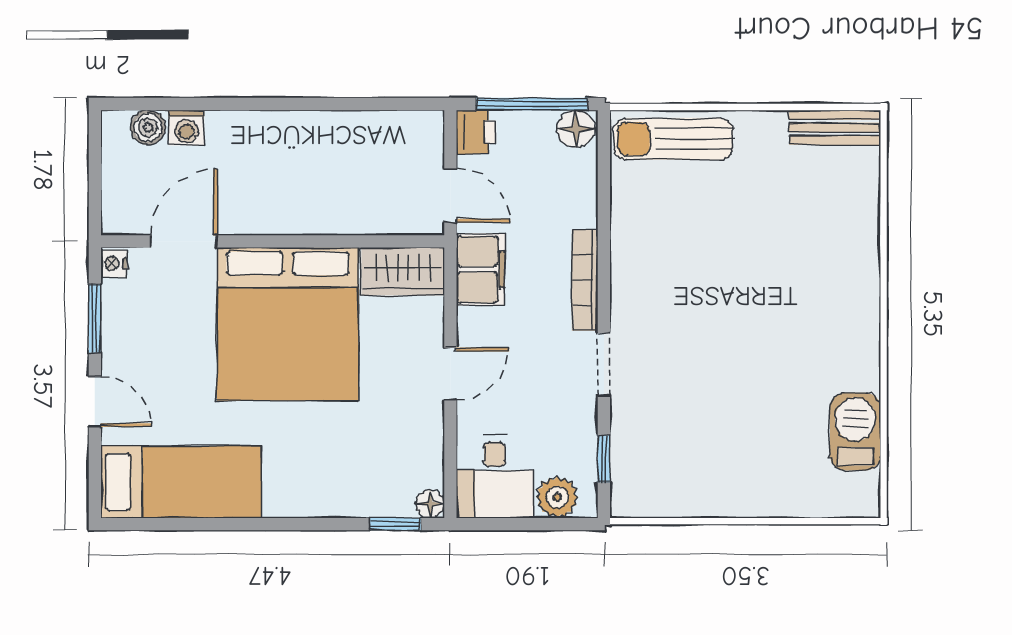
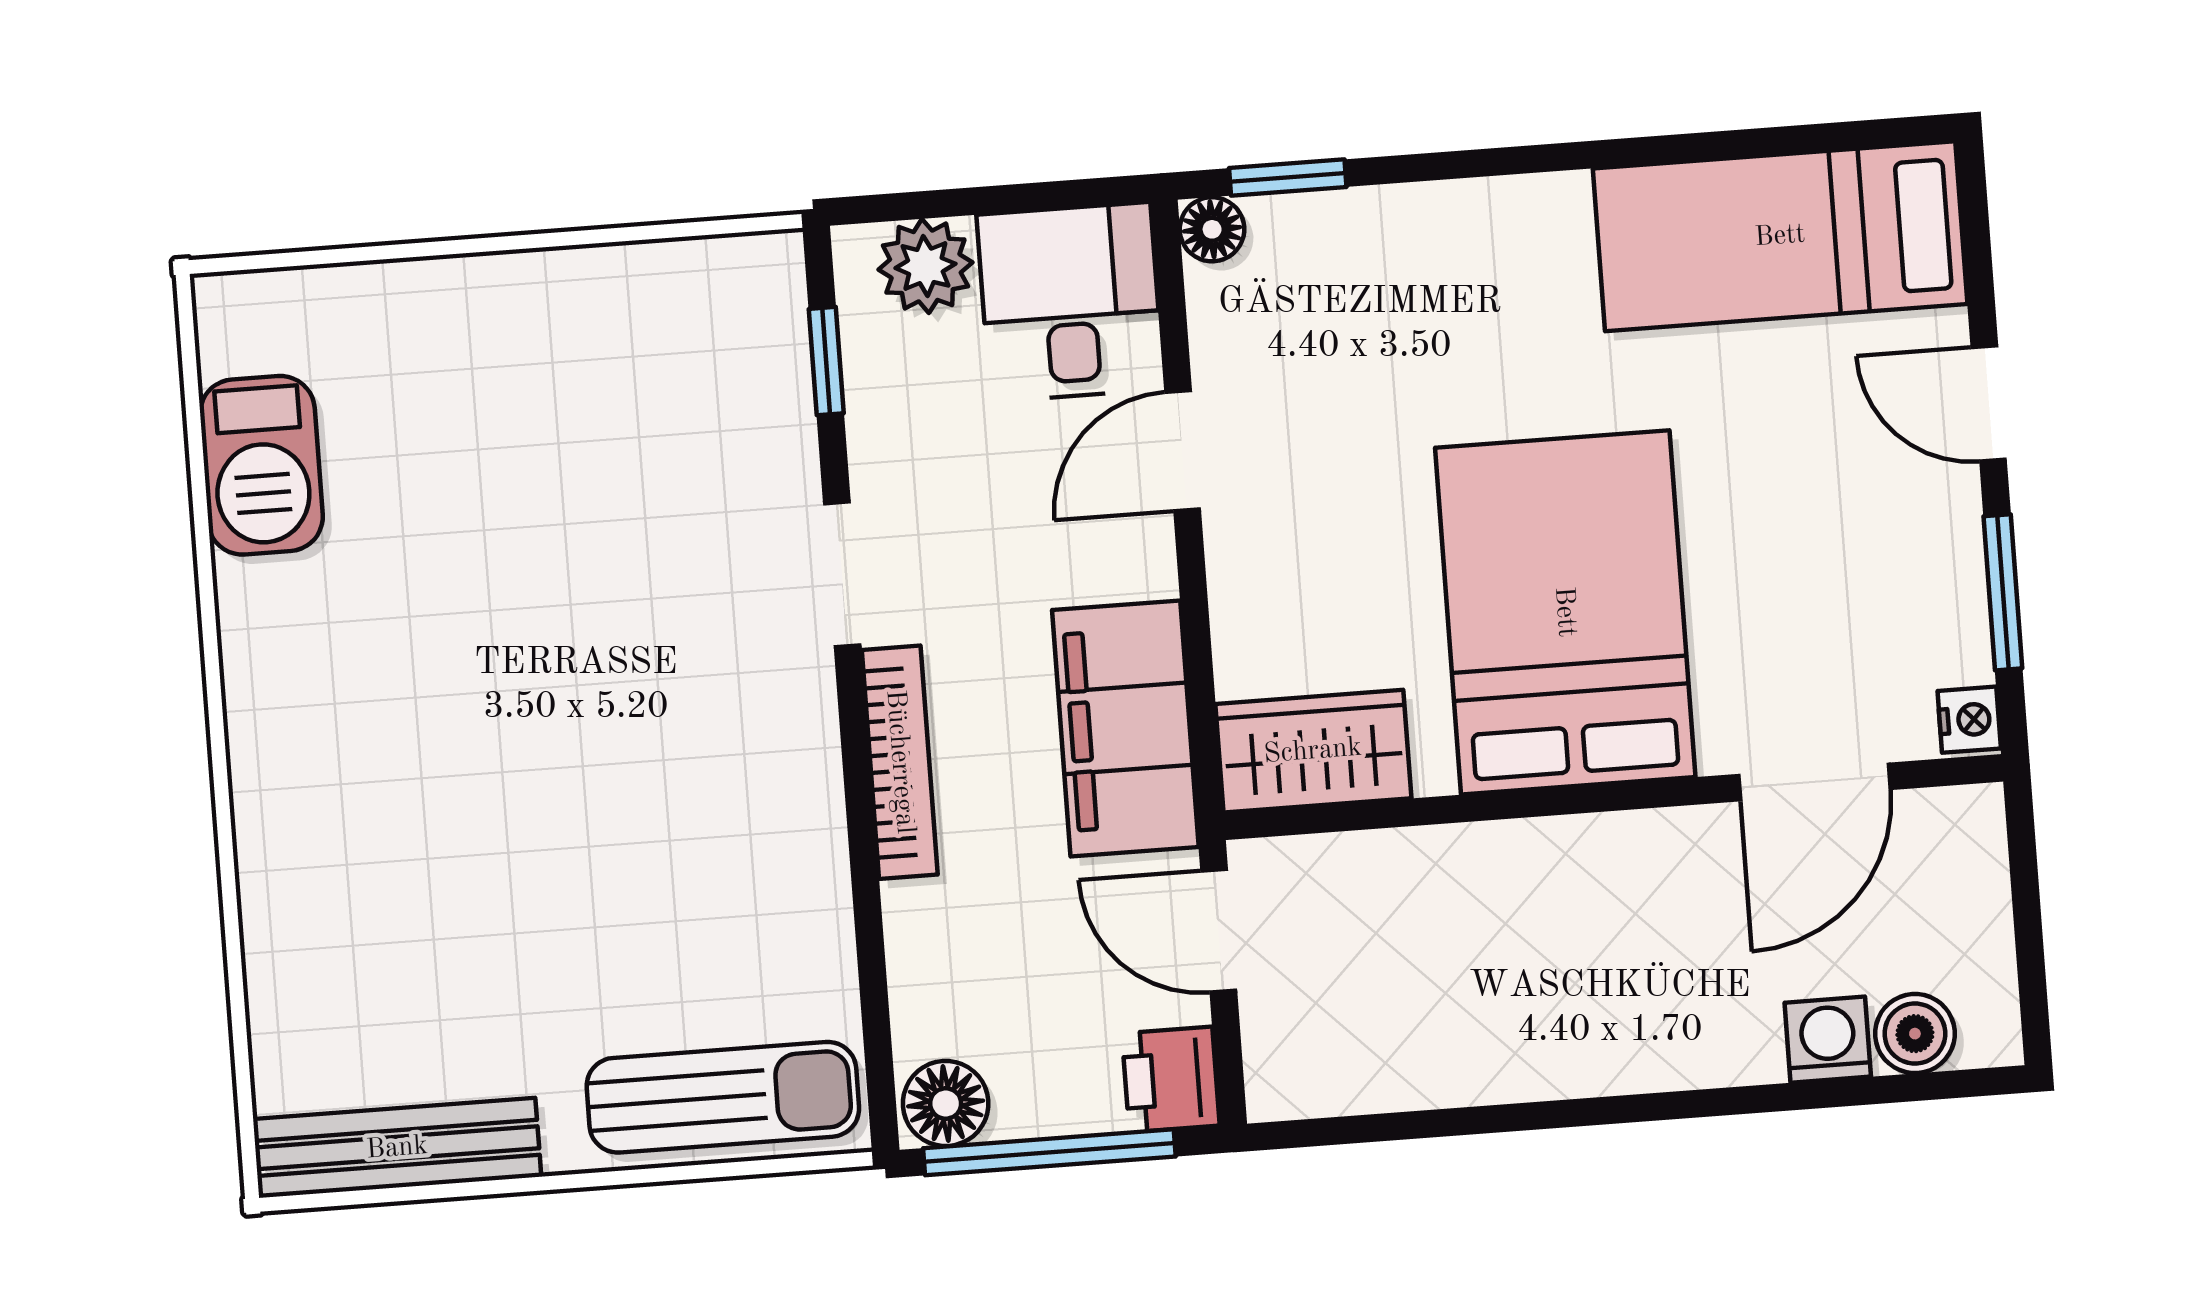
bench: (835, 127) -> (397, 1148), width x1.36
filing cabinet: (481, 269) -> (1125, 728), width x1.50, depth x1.17
bed: (288, 324) -> (1565, 612), width x0.73
door: (450, 374) -> (1183, 451), moved

